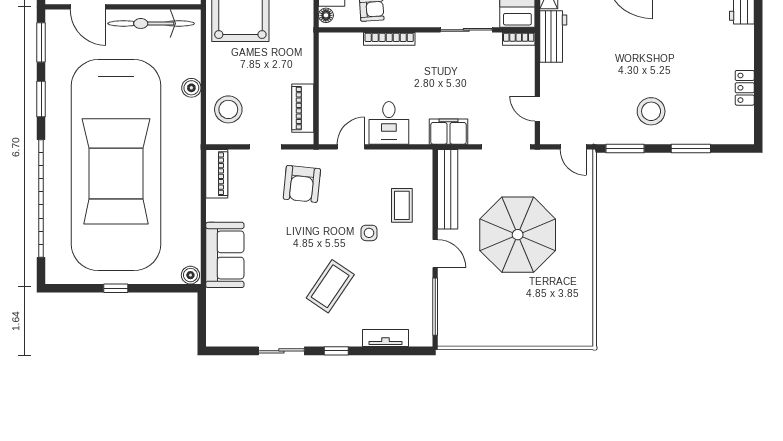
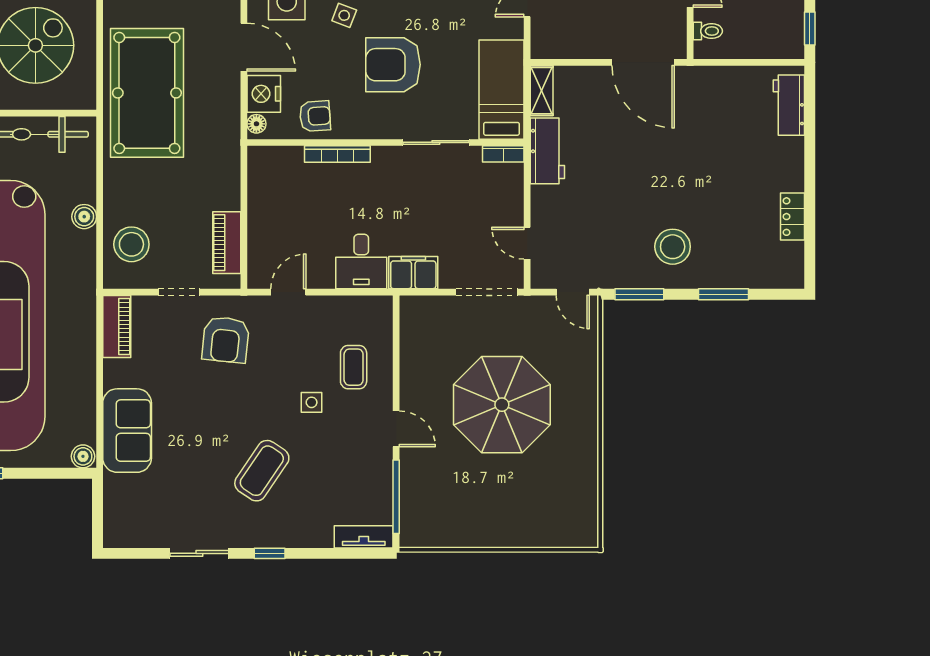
desk: (389, 123) -> (361, 262), moved
bench: (448, 189) -> (412, 346), removed
tv unit: (386, 338) -> (364, 537), moved

